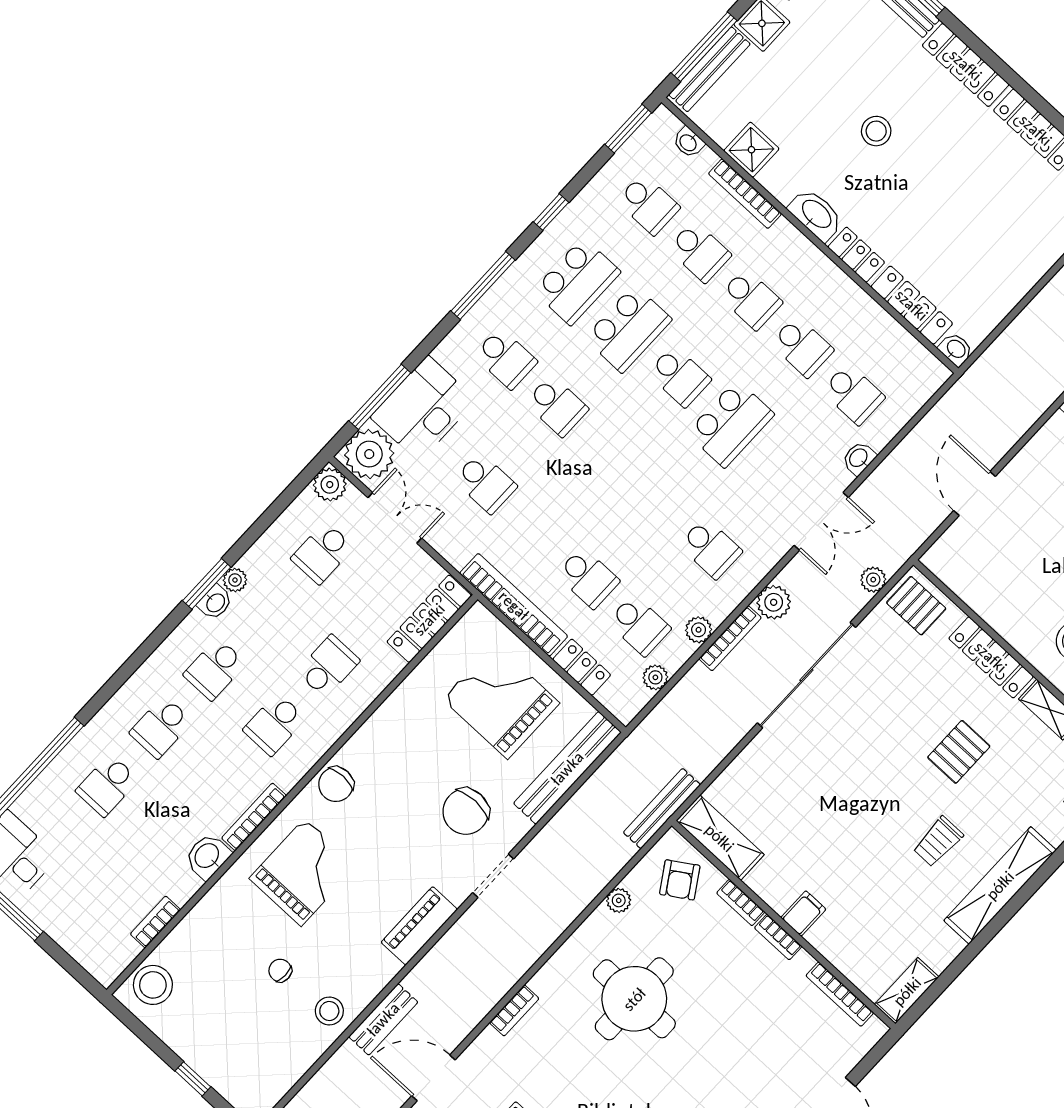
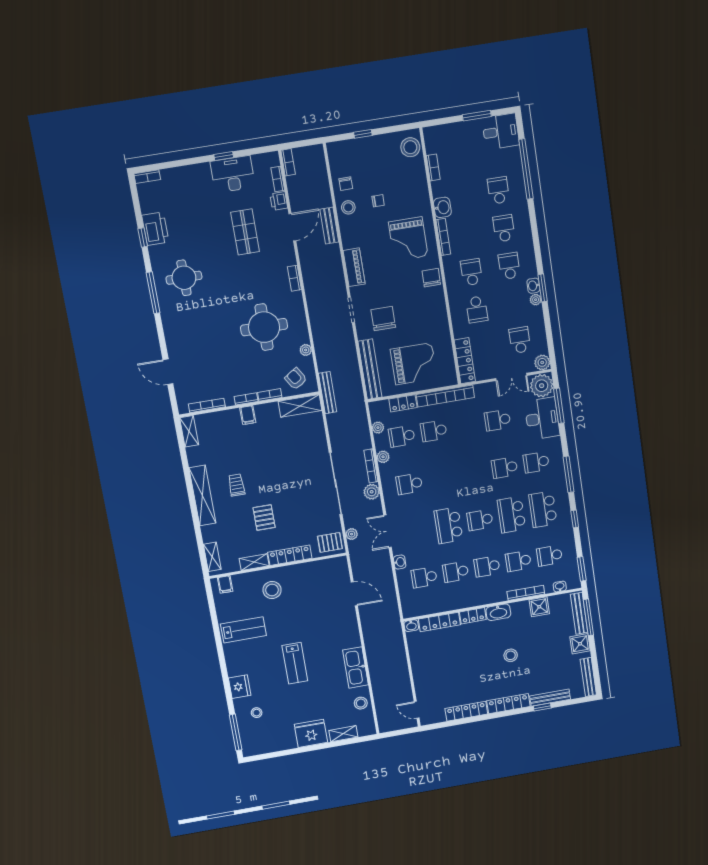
chair: (294, 1045) -> (346, 184), added

